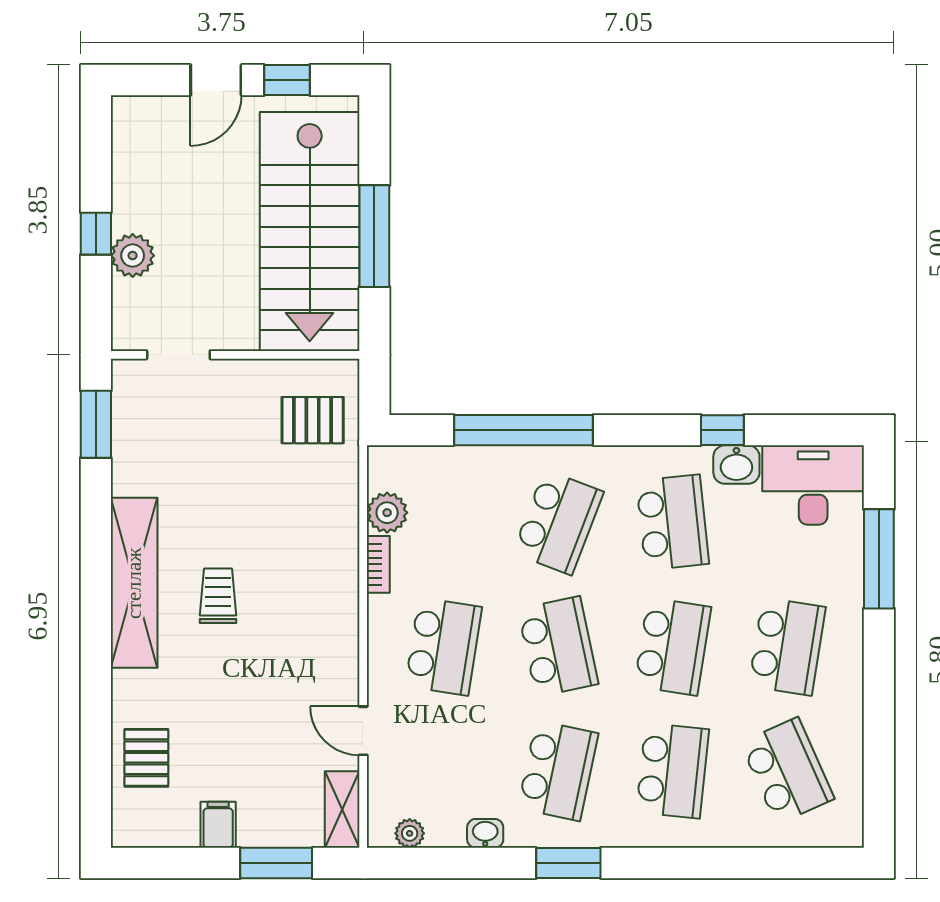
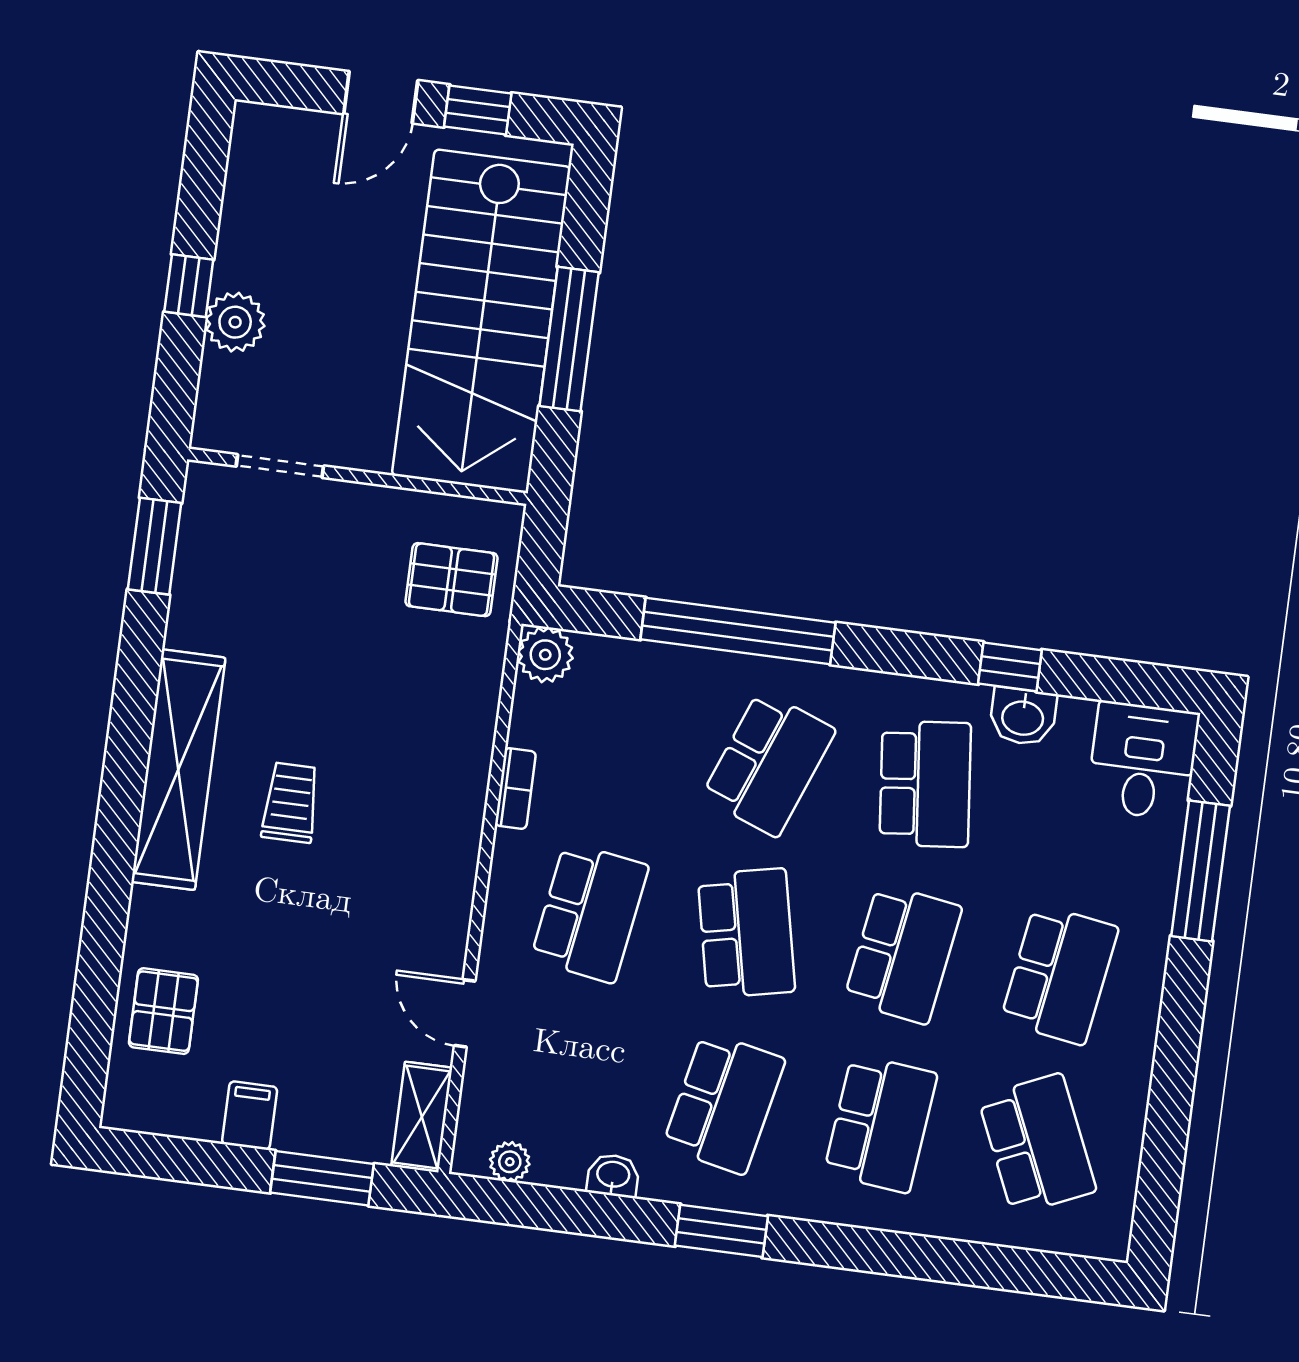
desk: (813, 485) -> (1143, 761), width x0.73
plant: (387, 513) -> (545, 655), moved

